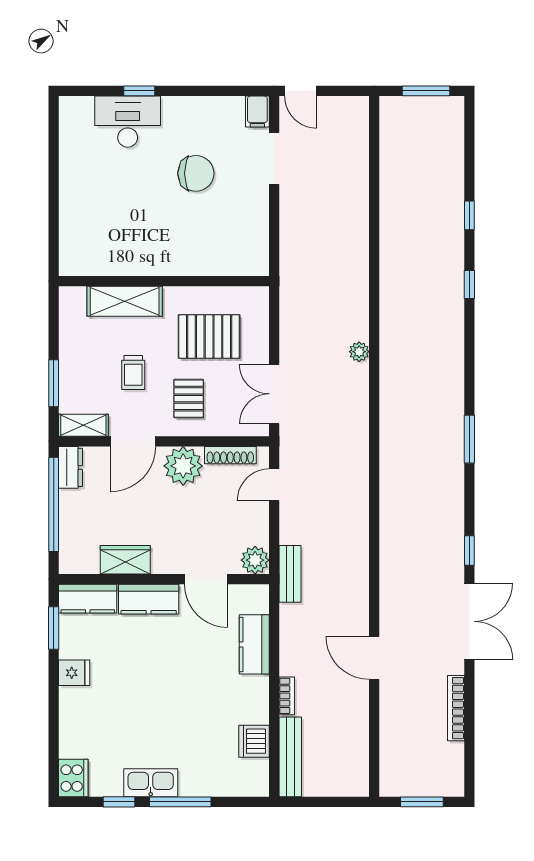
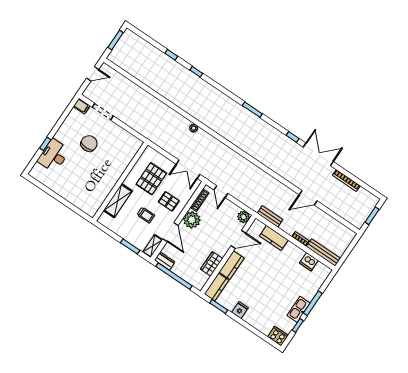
door: (301, 91) -> (93, 74), moved
bench: (290, 574) -> (270, 216), moved

